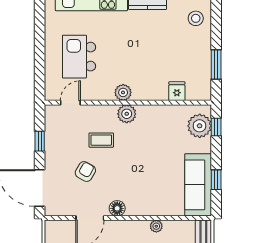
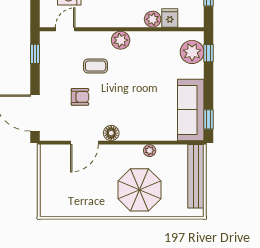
plant: (123, 92) -> (153, 19), moved
window: (40, 141) -> (35, 54), moved
armchair: (85, 172) -> (80, 97), turned 60
window: (216, 180) -> (208, 119), moved

